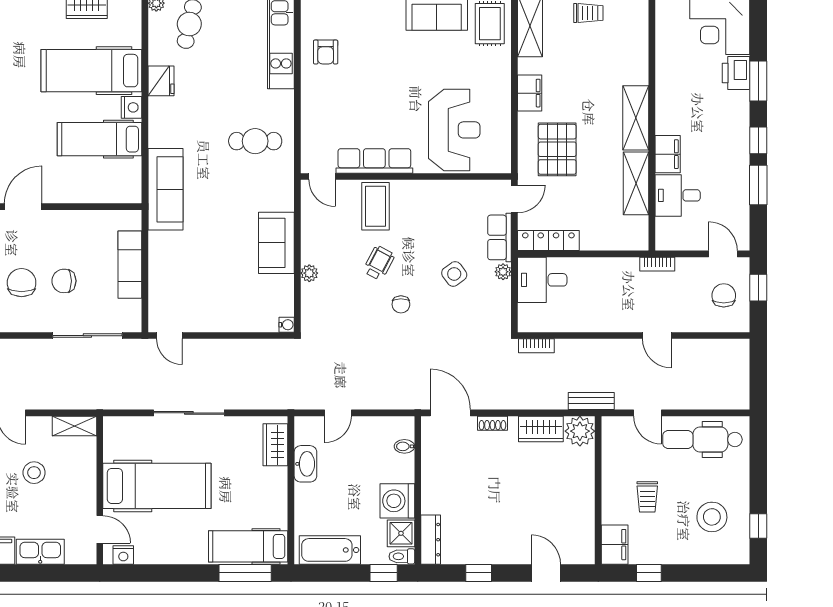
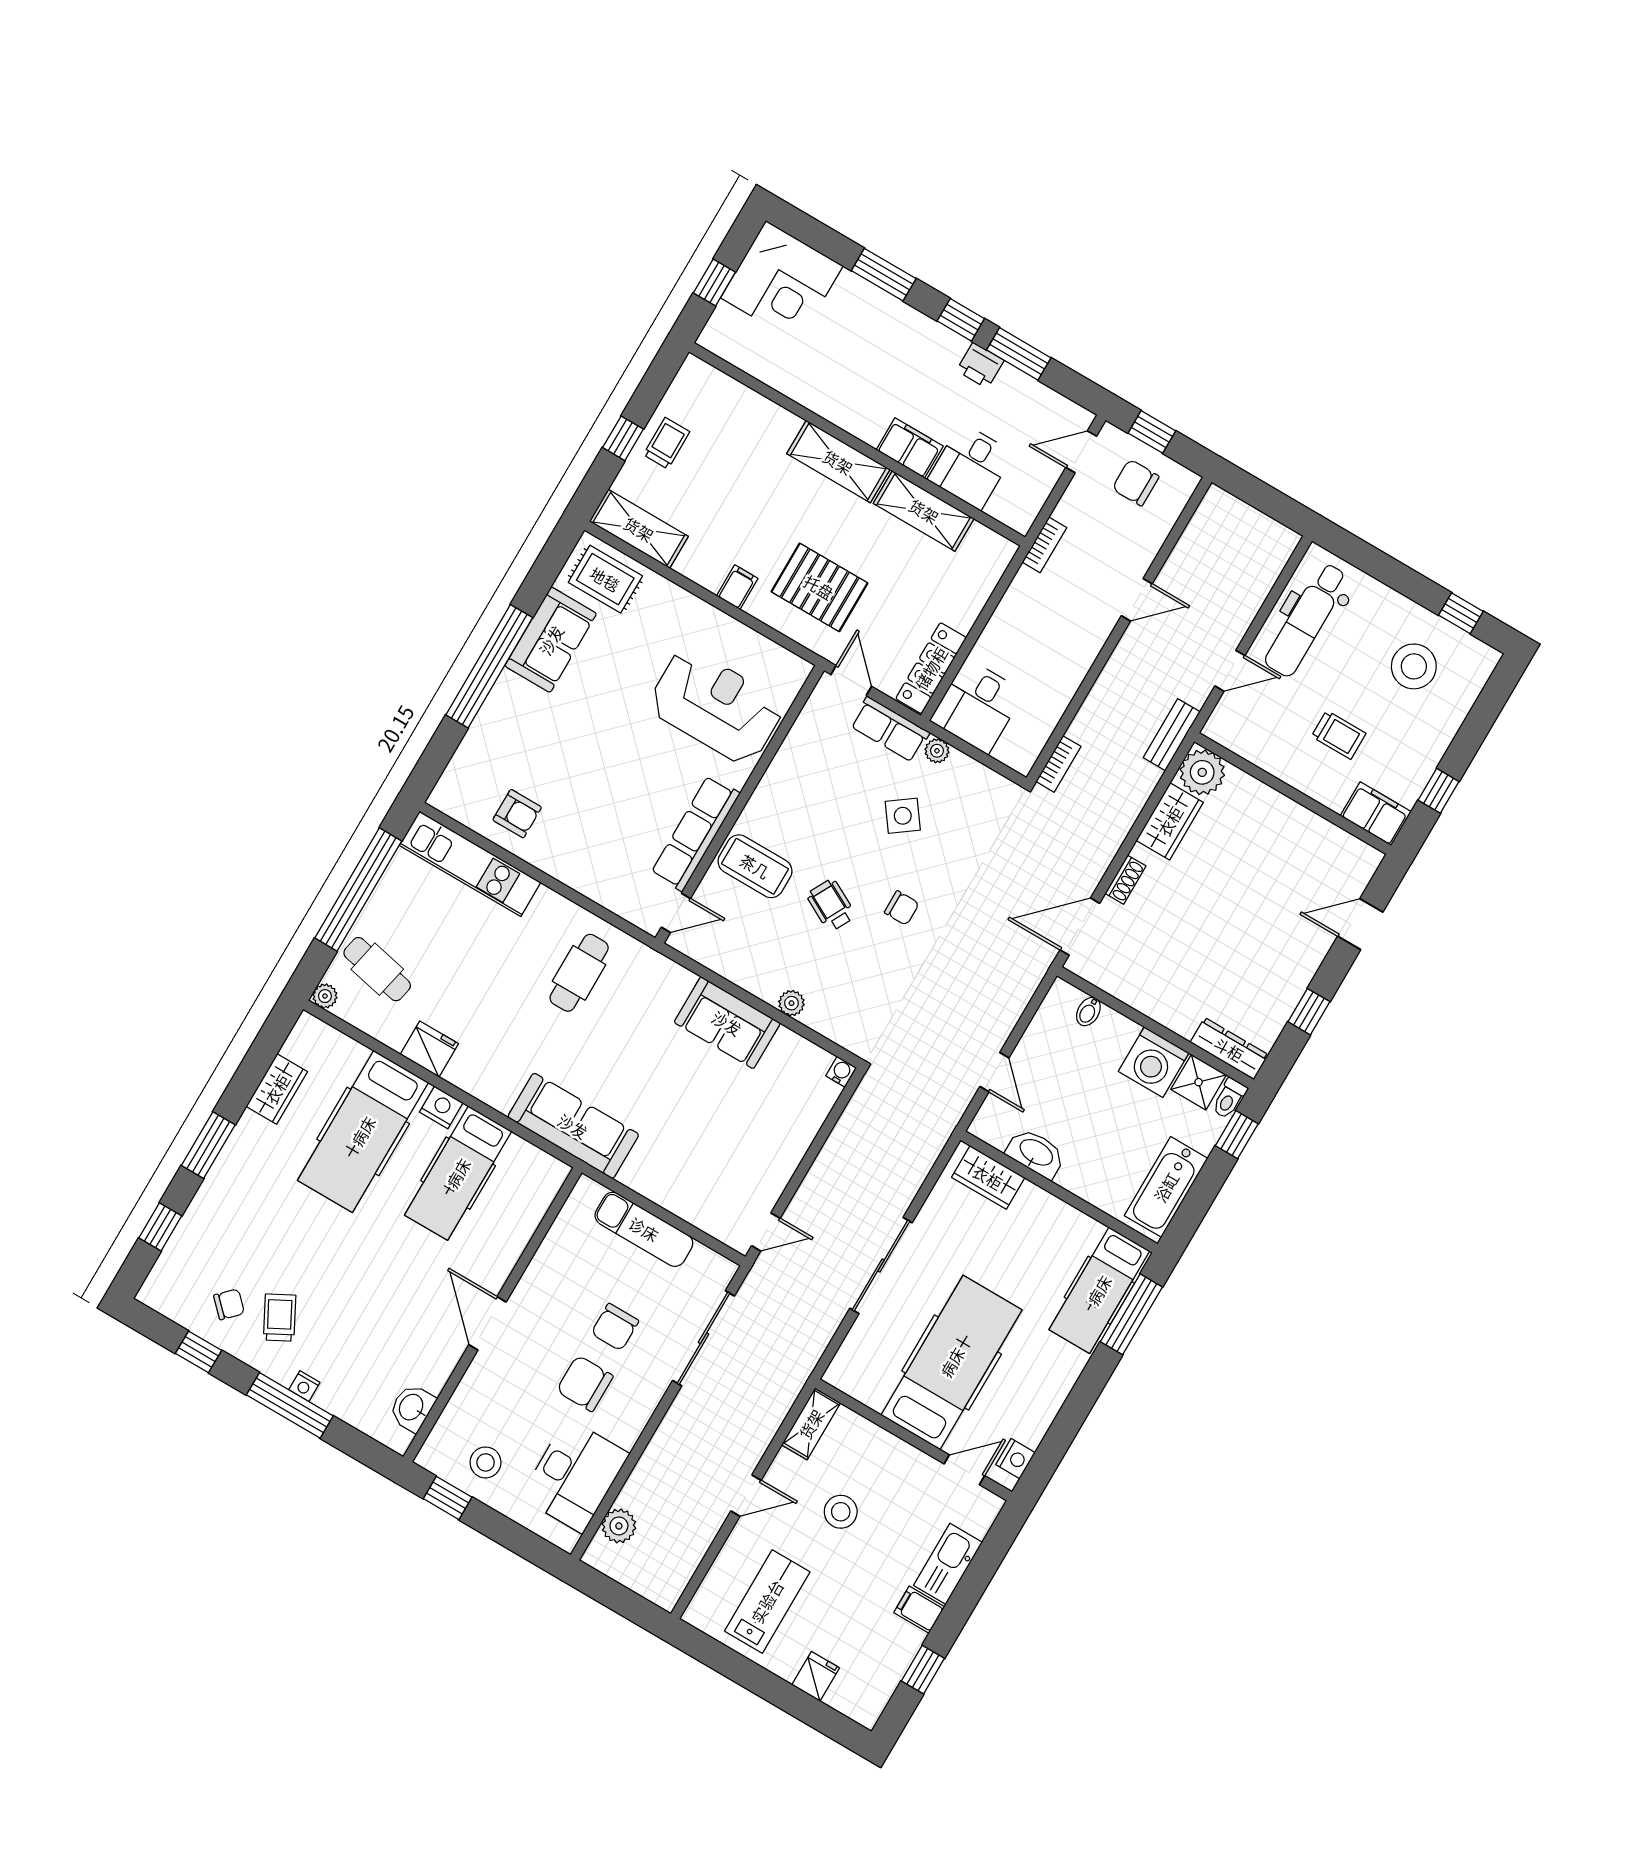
printer: (736, 73) -> (980, 365), moved, width x0.73, depth x0.81
filing cabinet: (530, 93) -> (737, 587), width x0.50

